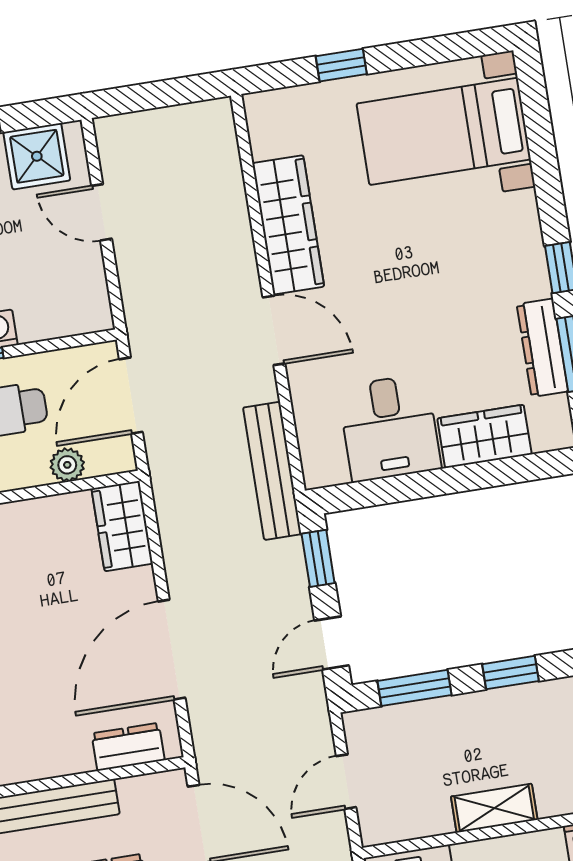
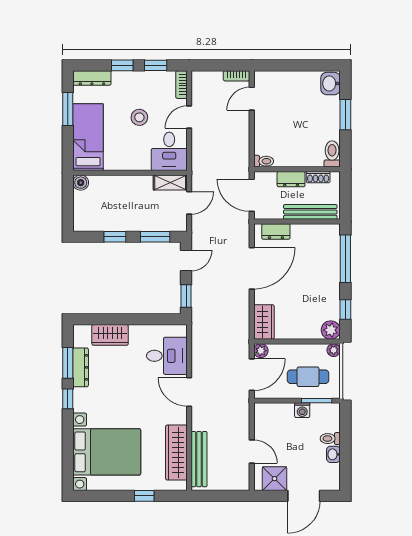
bed with nightstands: (444, 131) -> (107, 452), width x1.36
wardrobe: (288, 225) -> (176, 453), moved
desk: (389, 428) -> (167, 356), moved, turned 90
plant: (67, 465) -> (261, 351), moved
bench: (272, 471) -> (199, 459), moved
shelving: (494, 808) -> (170, 182), moved

